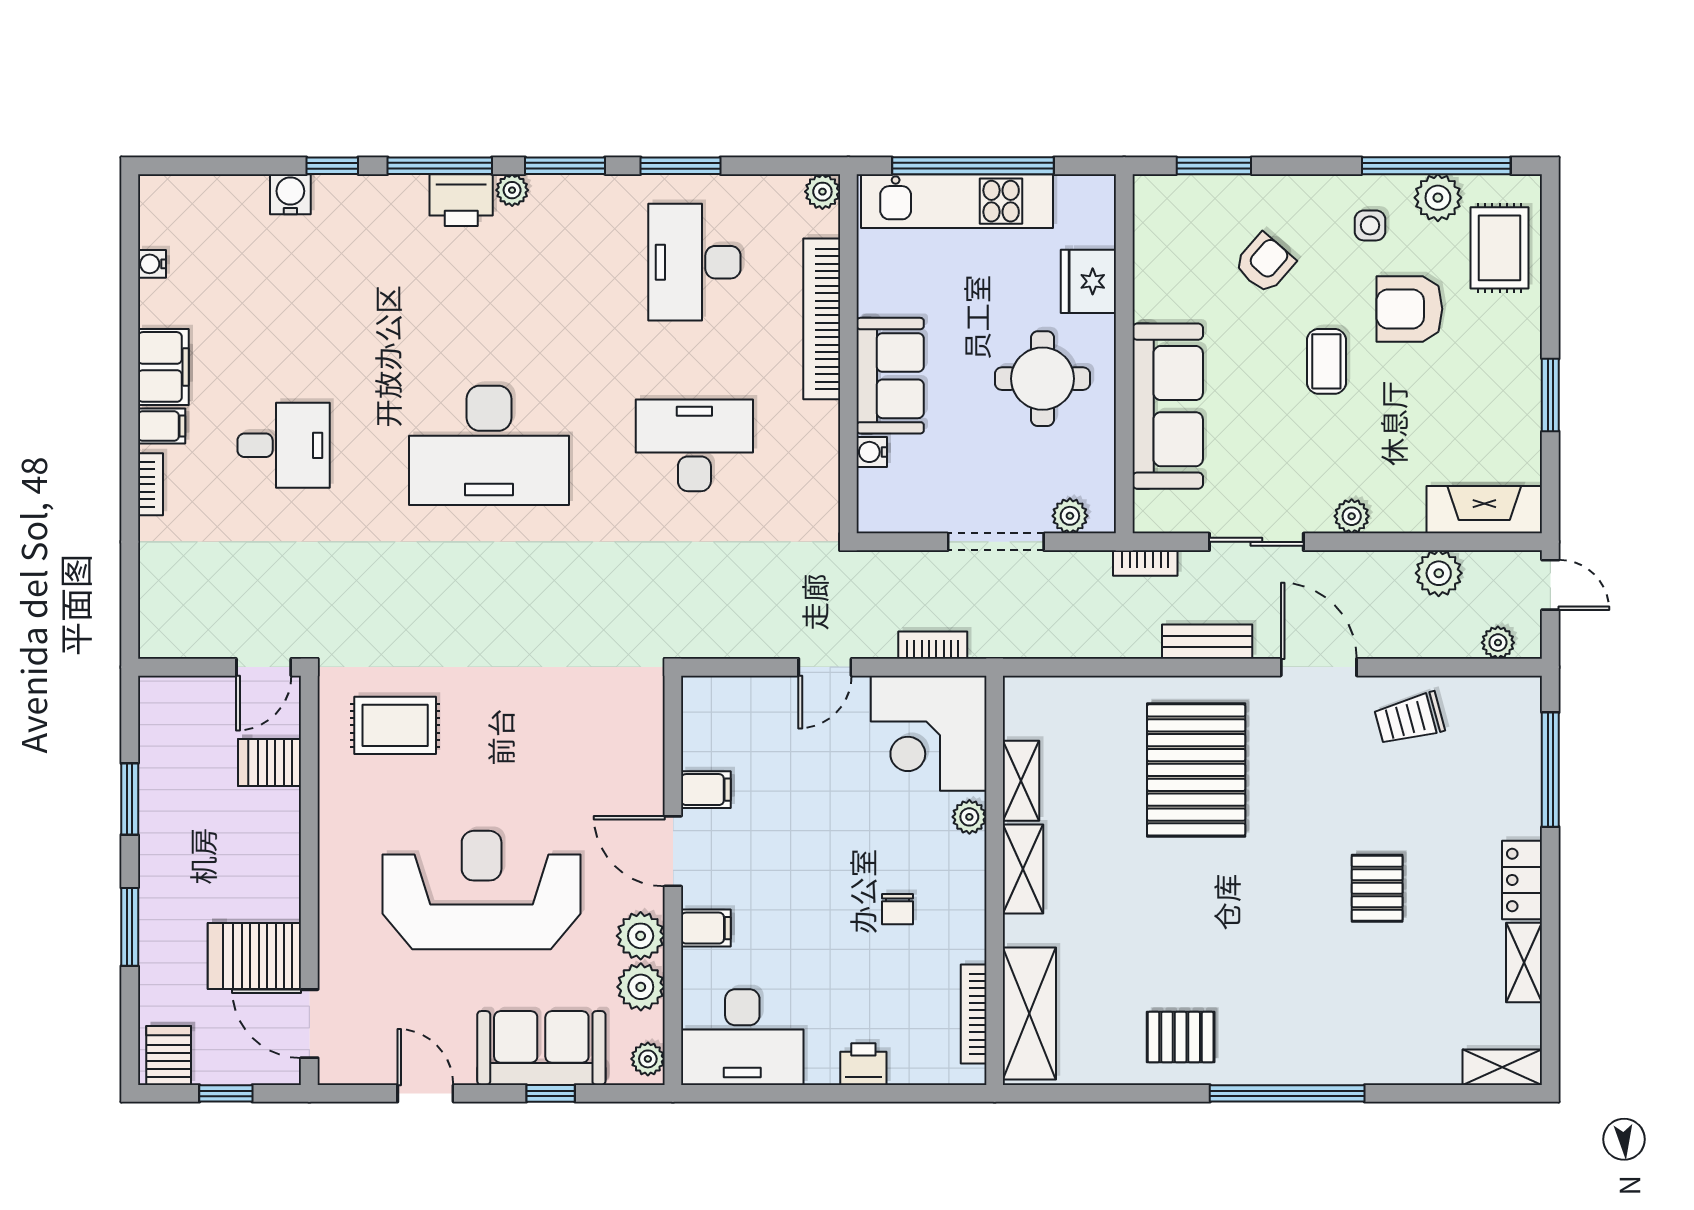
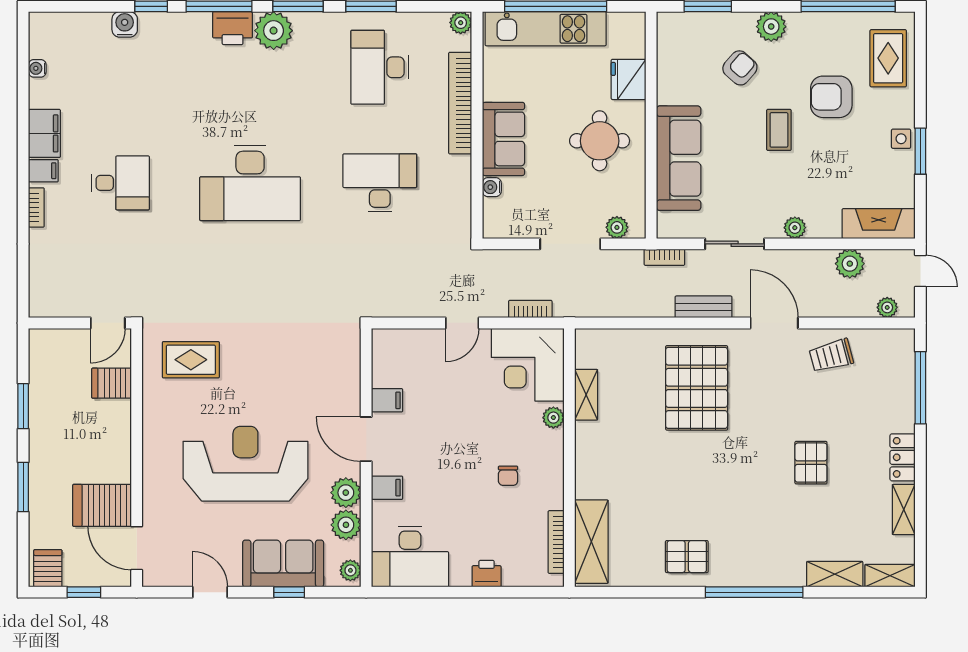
plant: (512, 190) -> (274, 31), width x1.88, depth x1.88
plant: (1438, 198) -> (771, 27), moved
side table: (1370, 225) -> (901, 139), moved
shelving: (1023, 869) -> (835, 574), moved, turned 90

